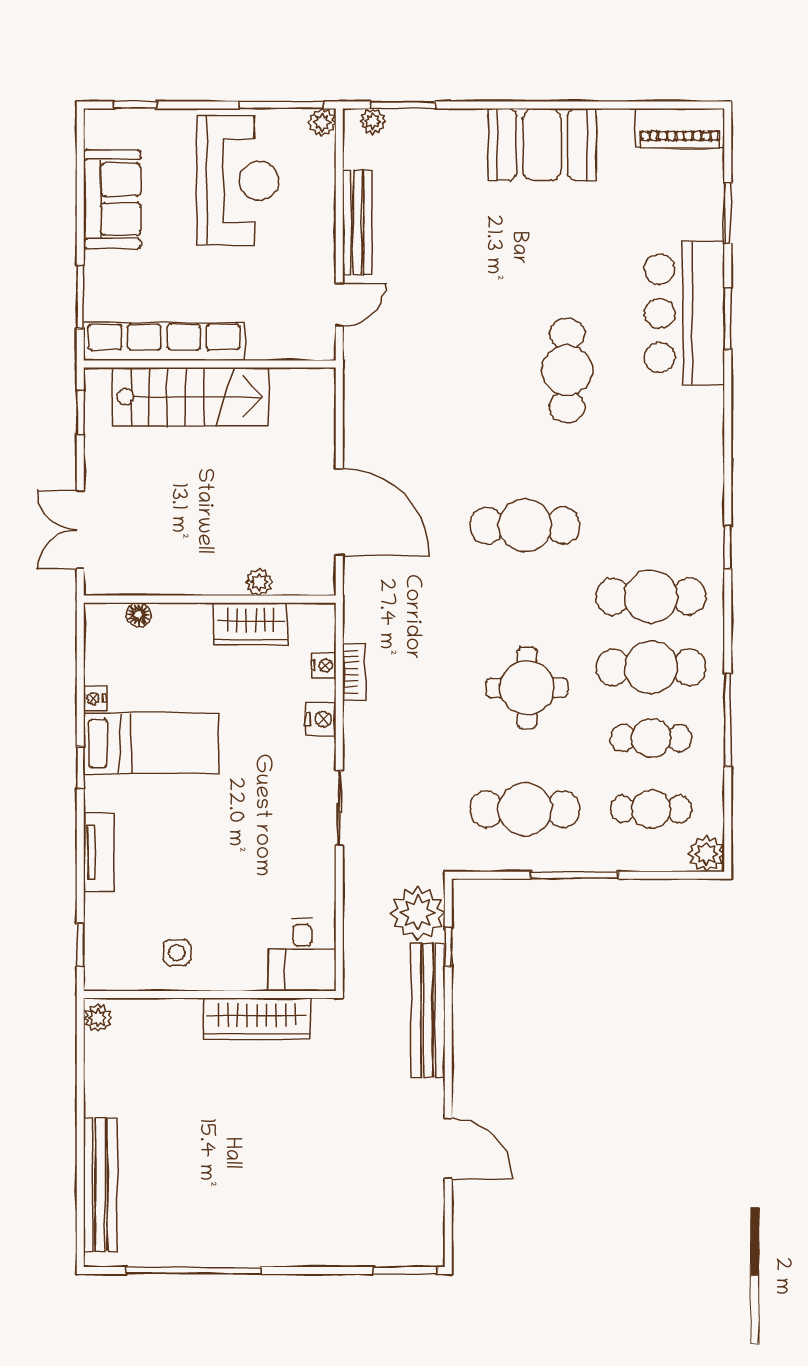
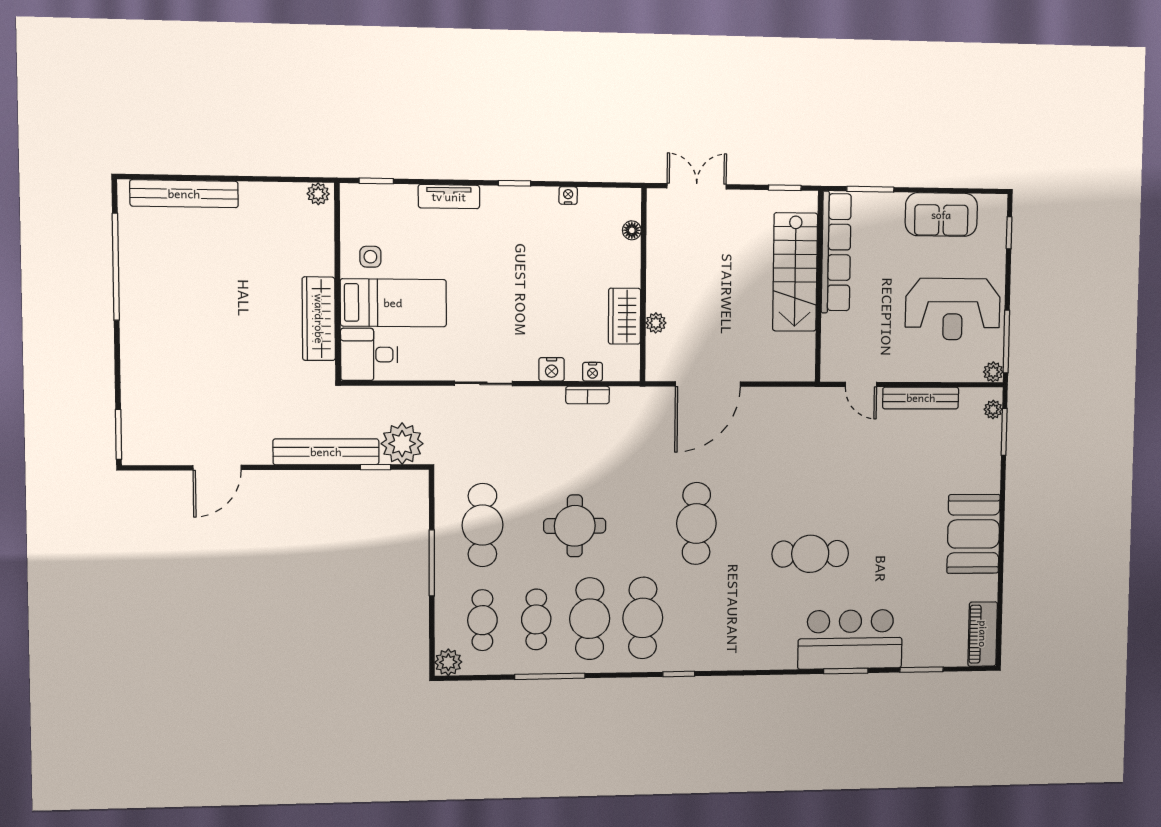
bed: (151, 743) -> (393, 303), moved, turned -90

